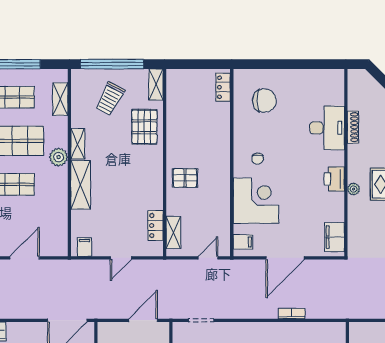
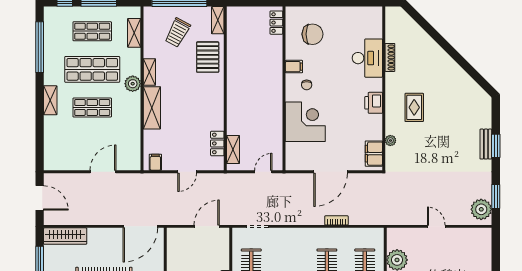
pallet: (185, 178) -> (243, 102), removed
plant: (354, 189) -> (390, 140), moved
filing cabinet: (243, 242) -> (294, 67), moved

